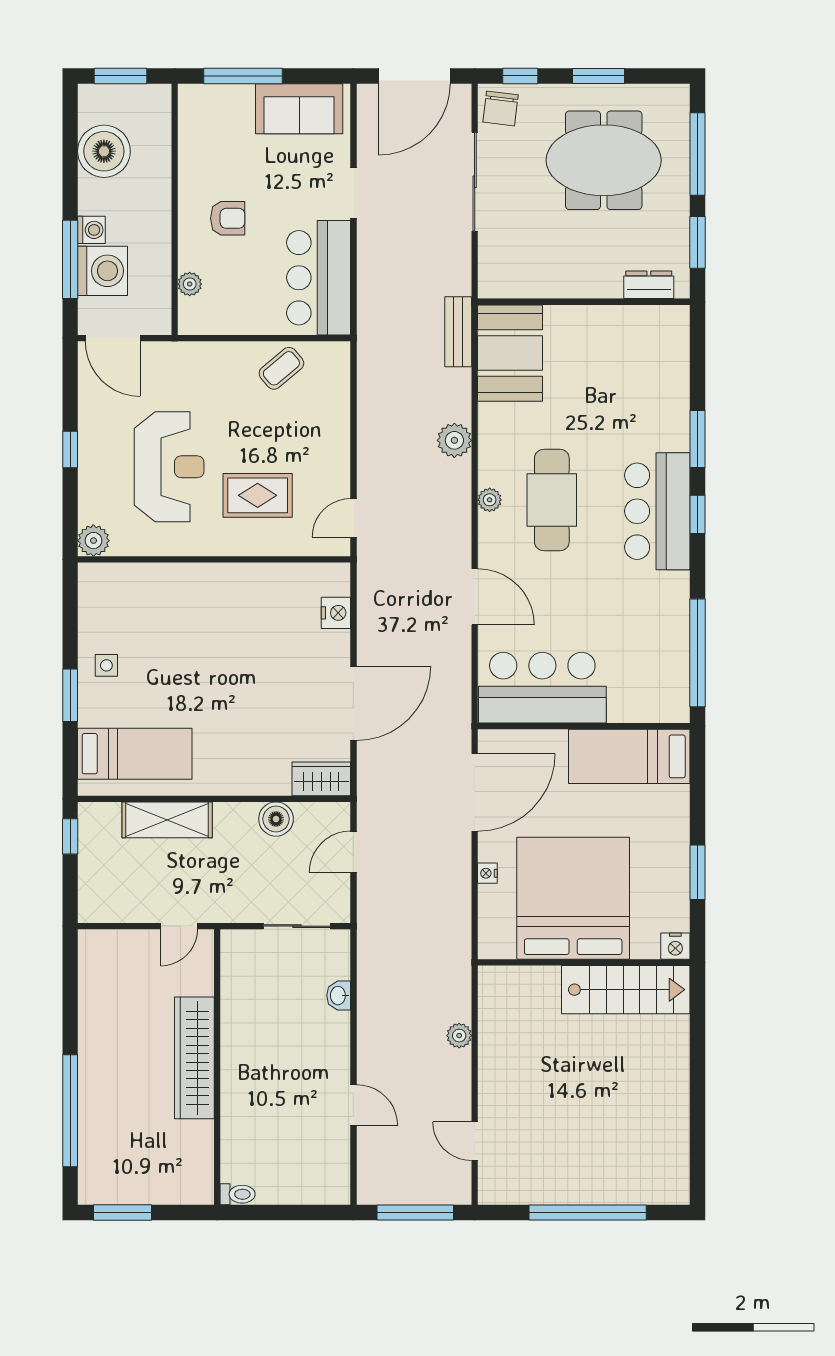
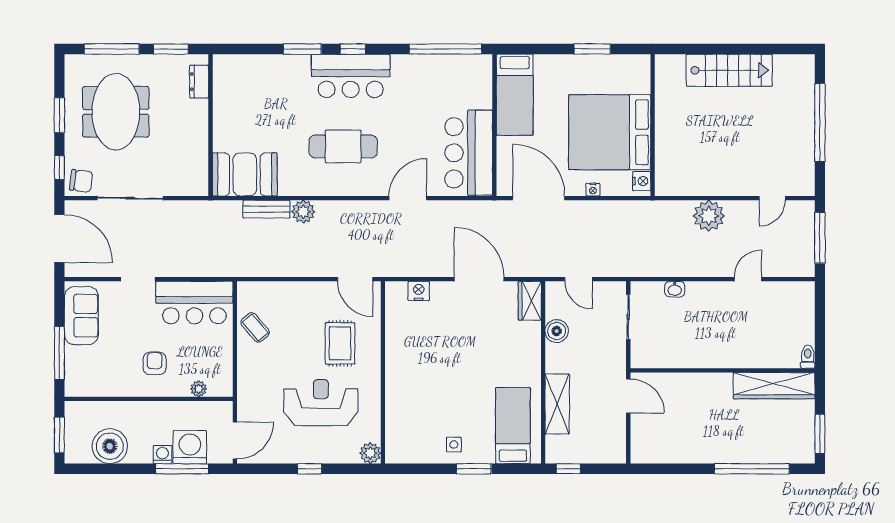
bench: (458, 332) -> (267, 209), moved
plant: (490, 500) -> (343, 188), removed
door: (353, 518) -> (355, 279), width x1.37
door: (179, 926) -> (628, 396), width x1.37
nightstand: (675, 946) -> (642, 181), moved
stairs: (626, 990) -> (729, 70), moved, turned 90
plant: (459, 1036) -> (709, 216), width x1.87, depth x1.87
wardrobe: (194, 1058) -> (774, 386), moved

